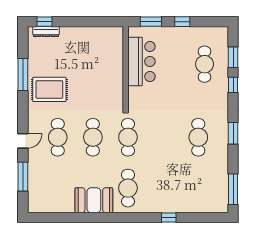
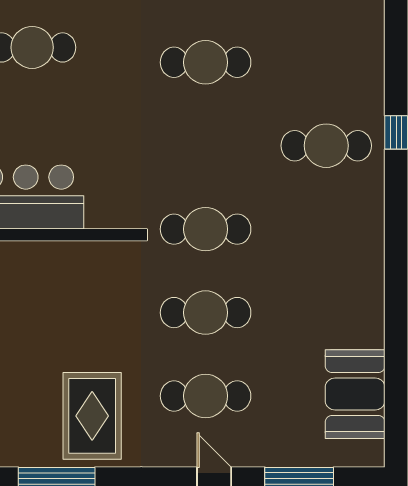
cafe table: (128, 188) -> (326, 146), moved
booth: (94, 200) -> (355, 394), moved

